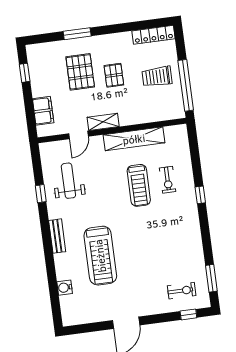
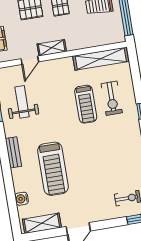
shelving: (134, 139) -> (101, 59), moved
exercise bike: (168, 180) -> (112, 98), width x1.38, depth x1.39
shelving: (86, 315) -> (42, 223), added

